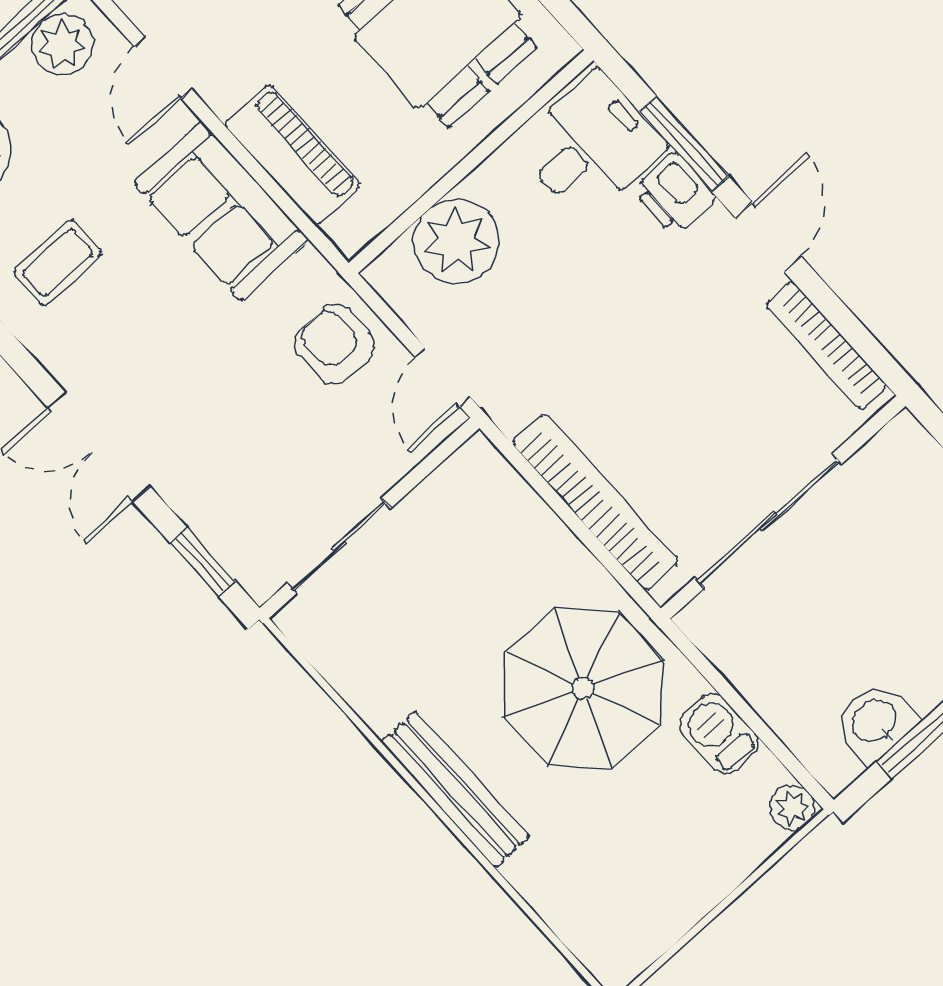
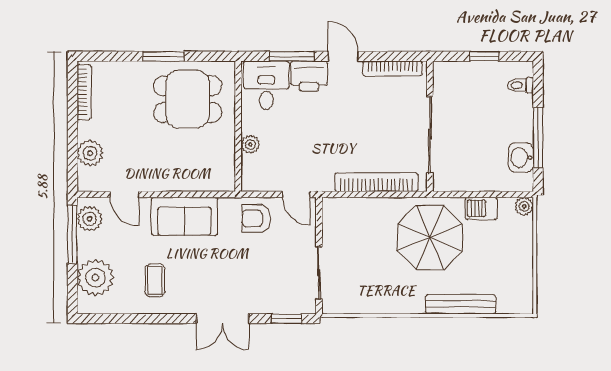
piano: (293, 155) -> (187, 179), removed
printer: (674, 194) -> (309, 76), width x1.36, depth x1.24
plant: (456, 241) -> (250, 145), width x0.53, depth x0.53
bench: (455, 789) -> (461, 304), moved

